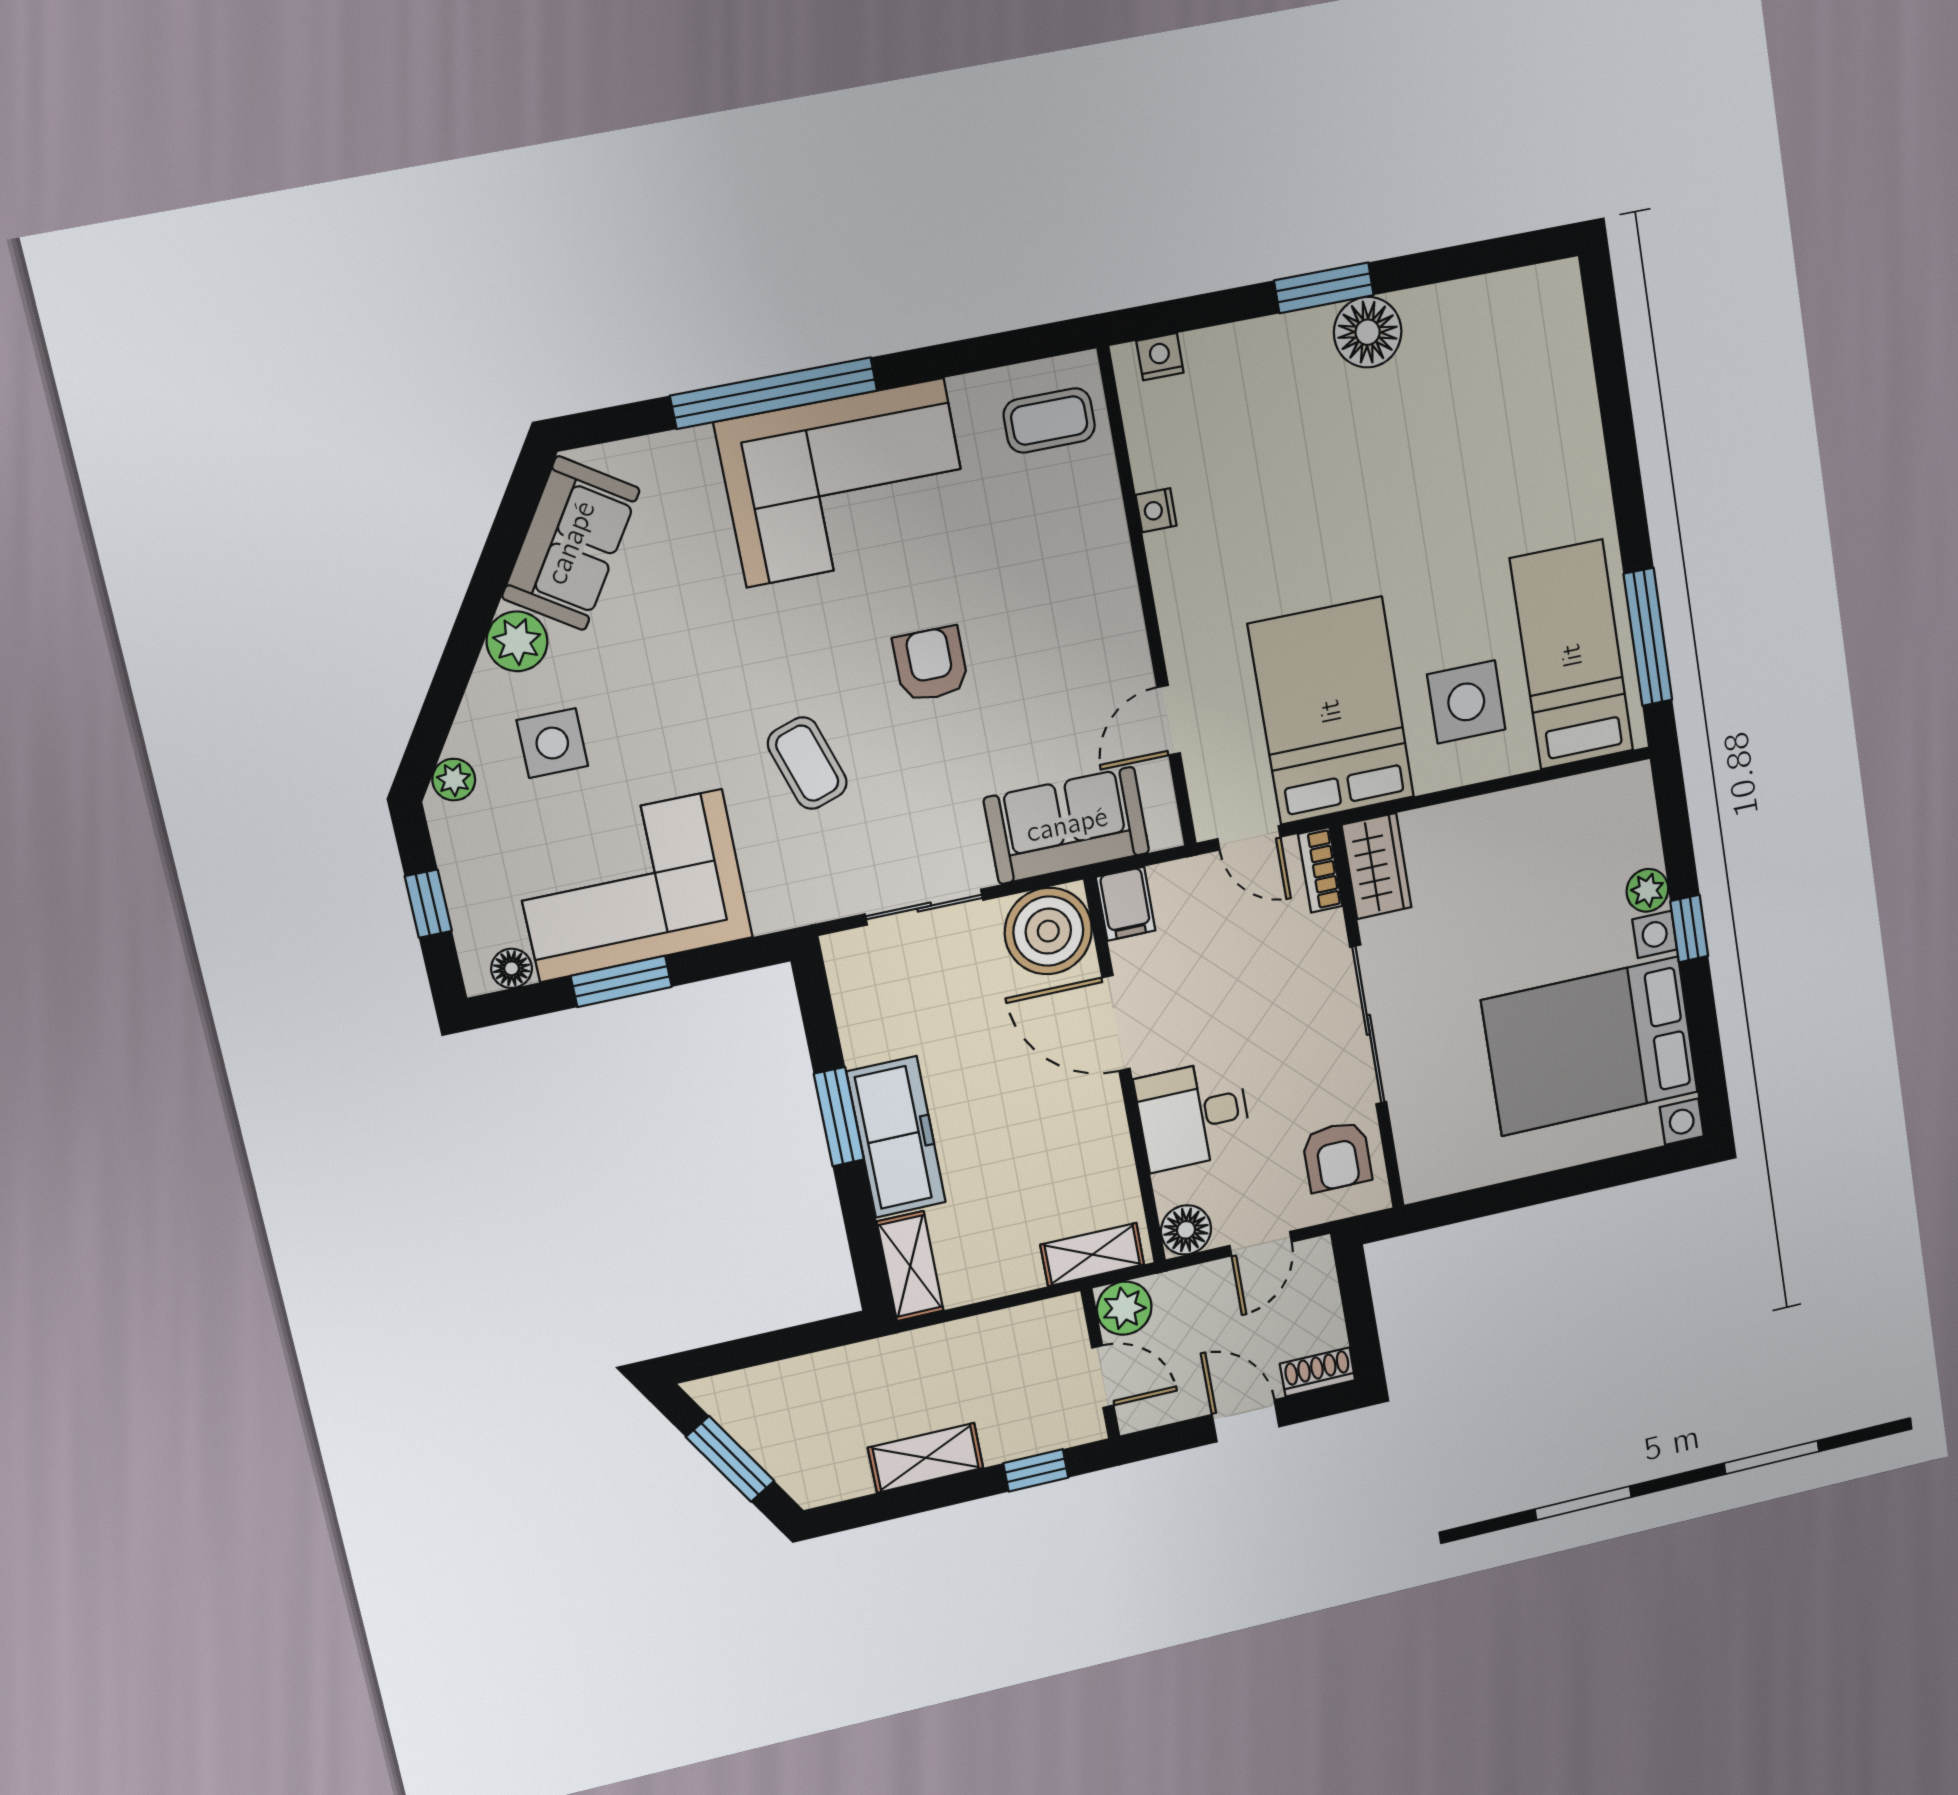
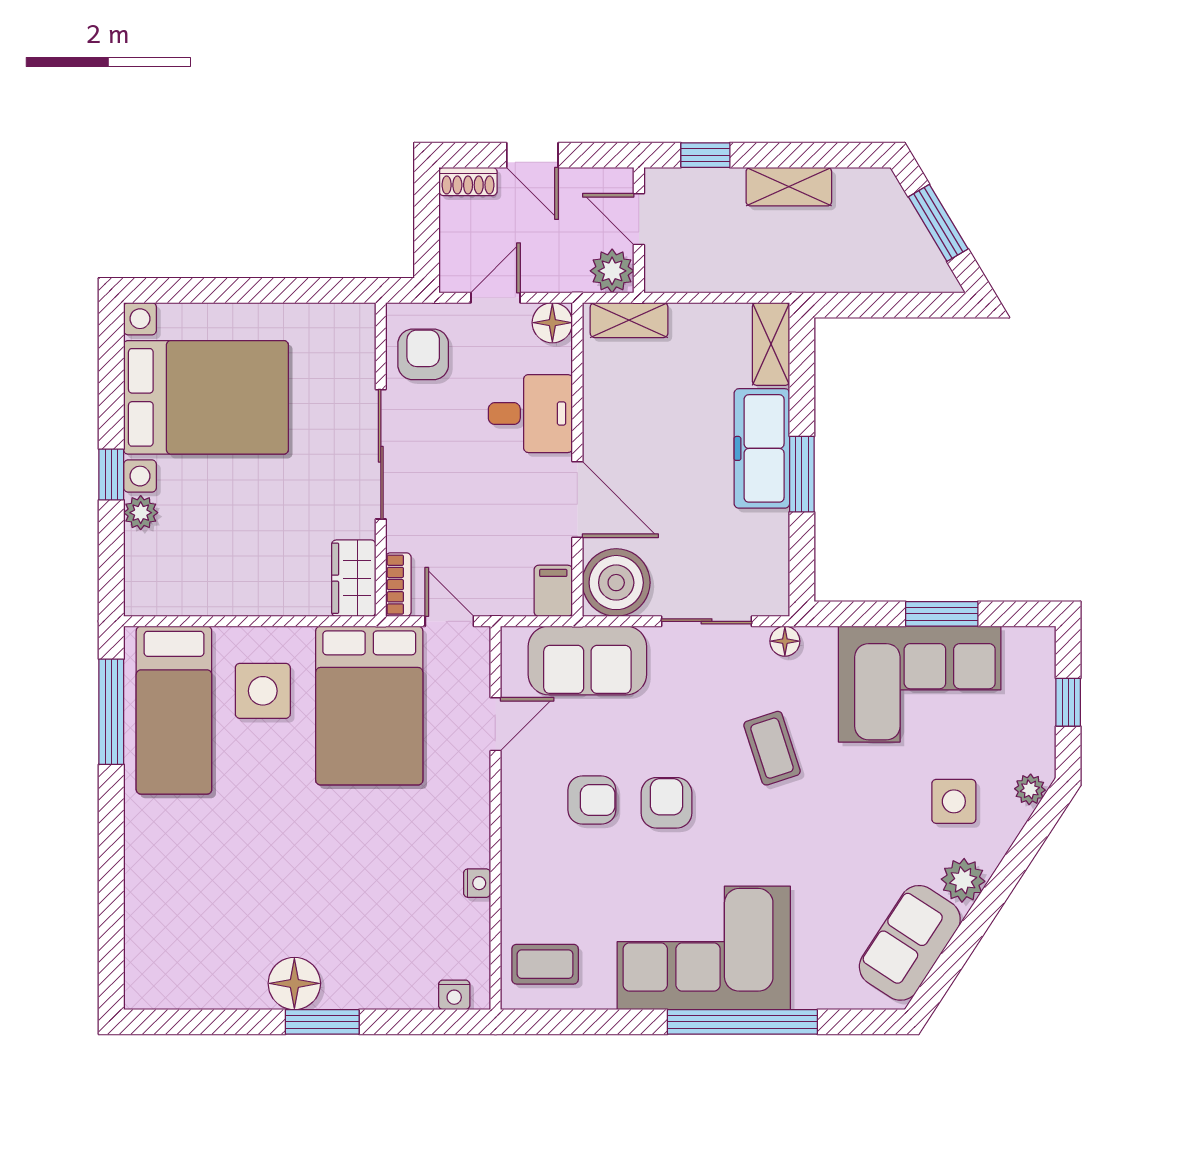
armchair: (1028, 648) -> (592, 800), added
armchair: (931, 664) -> (666, 803), turned 180
floor lamp: (512, 968) -> (785, 641), moved

